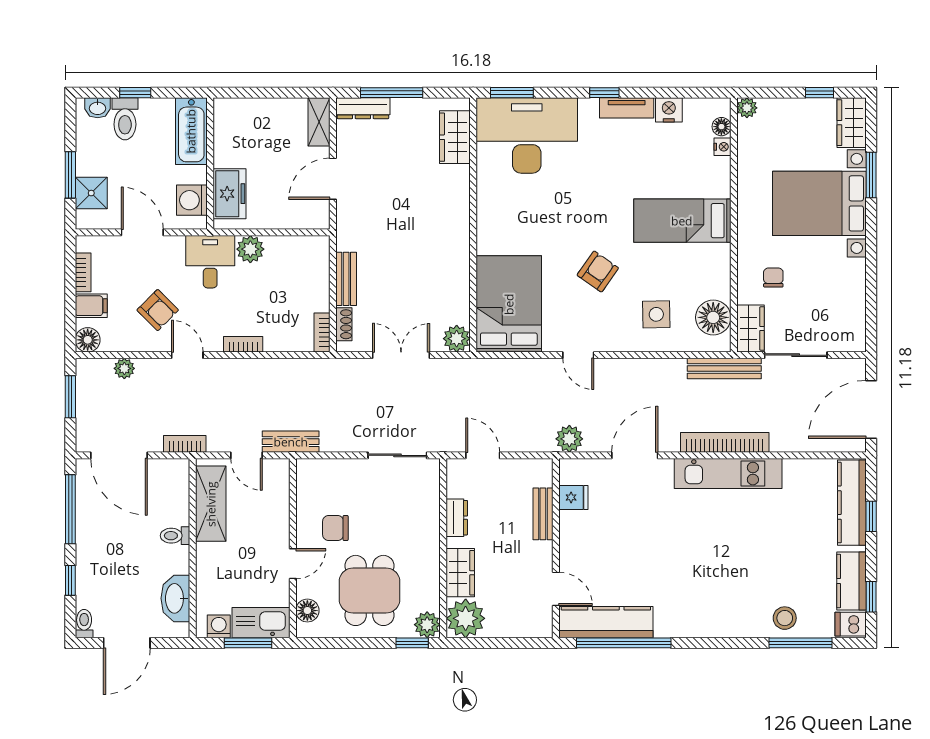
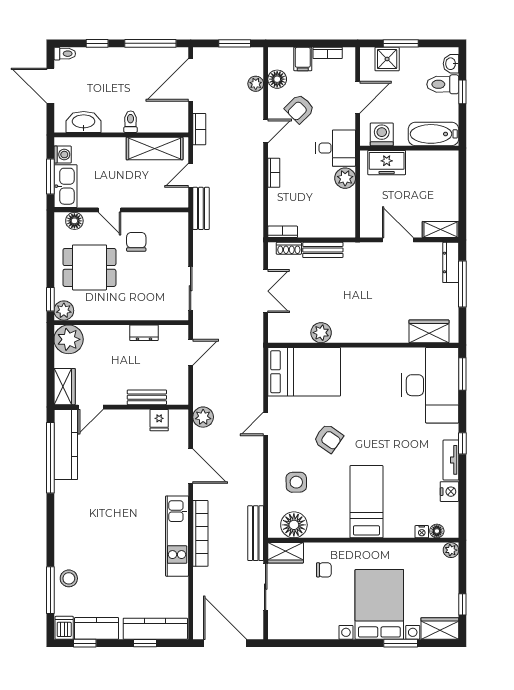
plant: (457, 339) -> (321, 333), moved
floor lamp: (88, 340) -> (277, 79), moved
wardrobe: (460, 573) -> (65, 387), moved, turned -90

